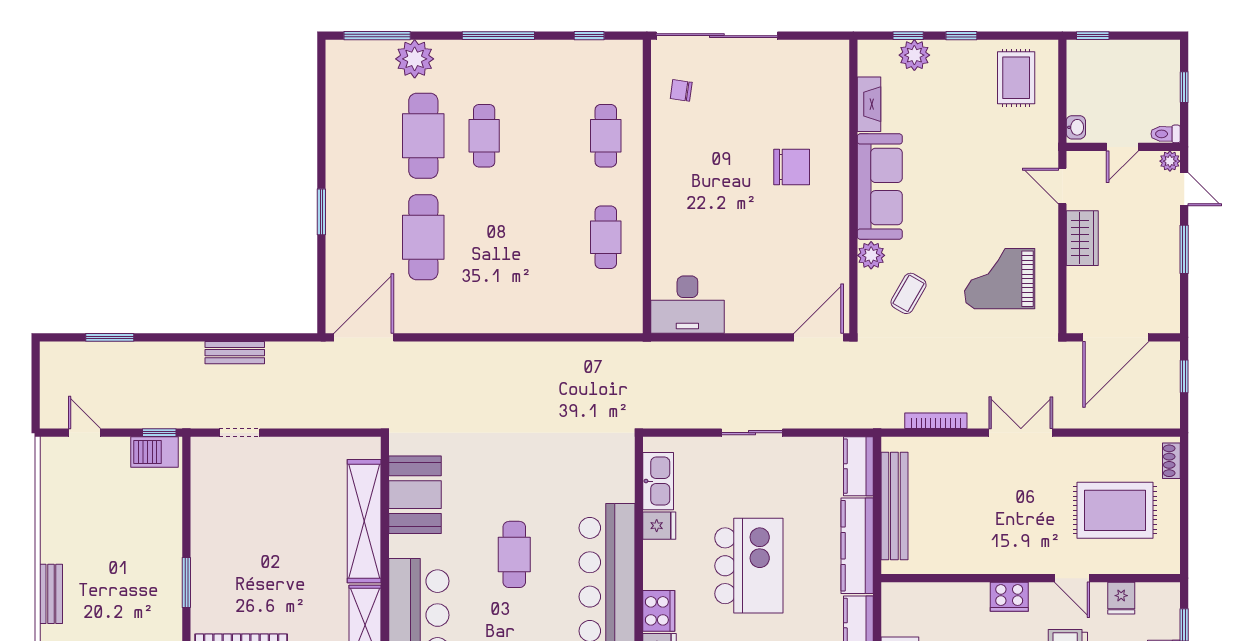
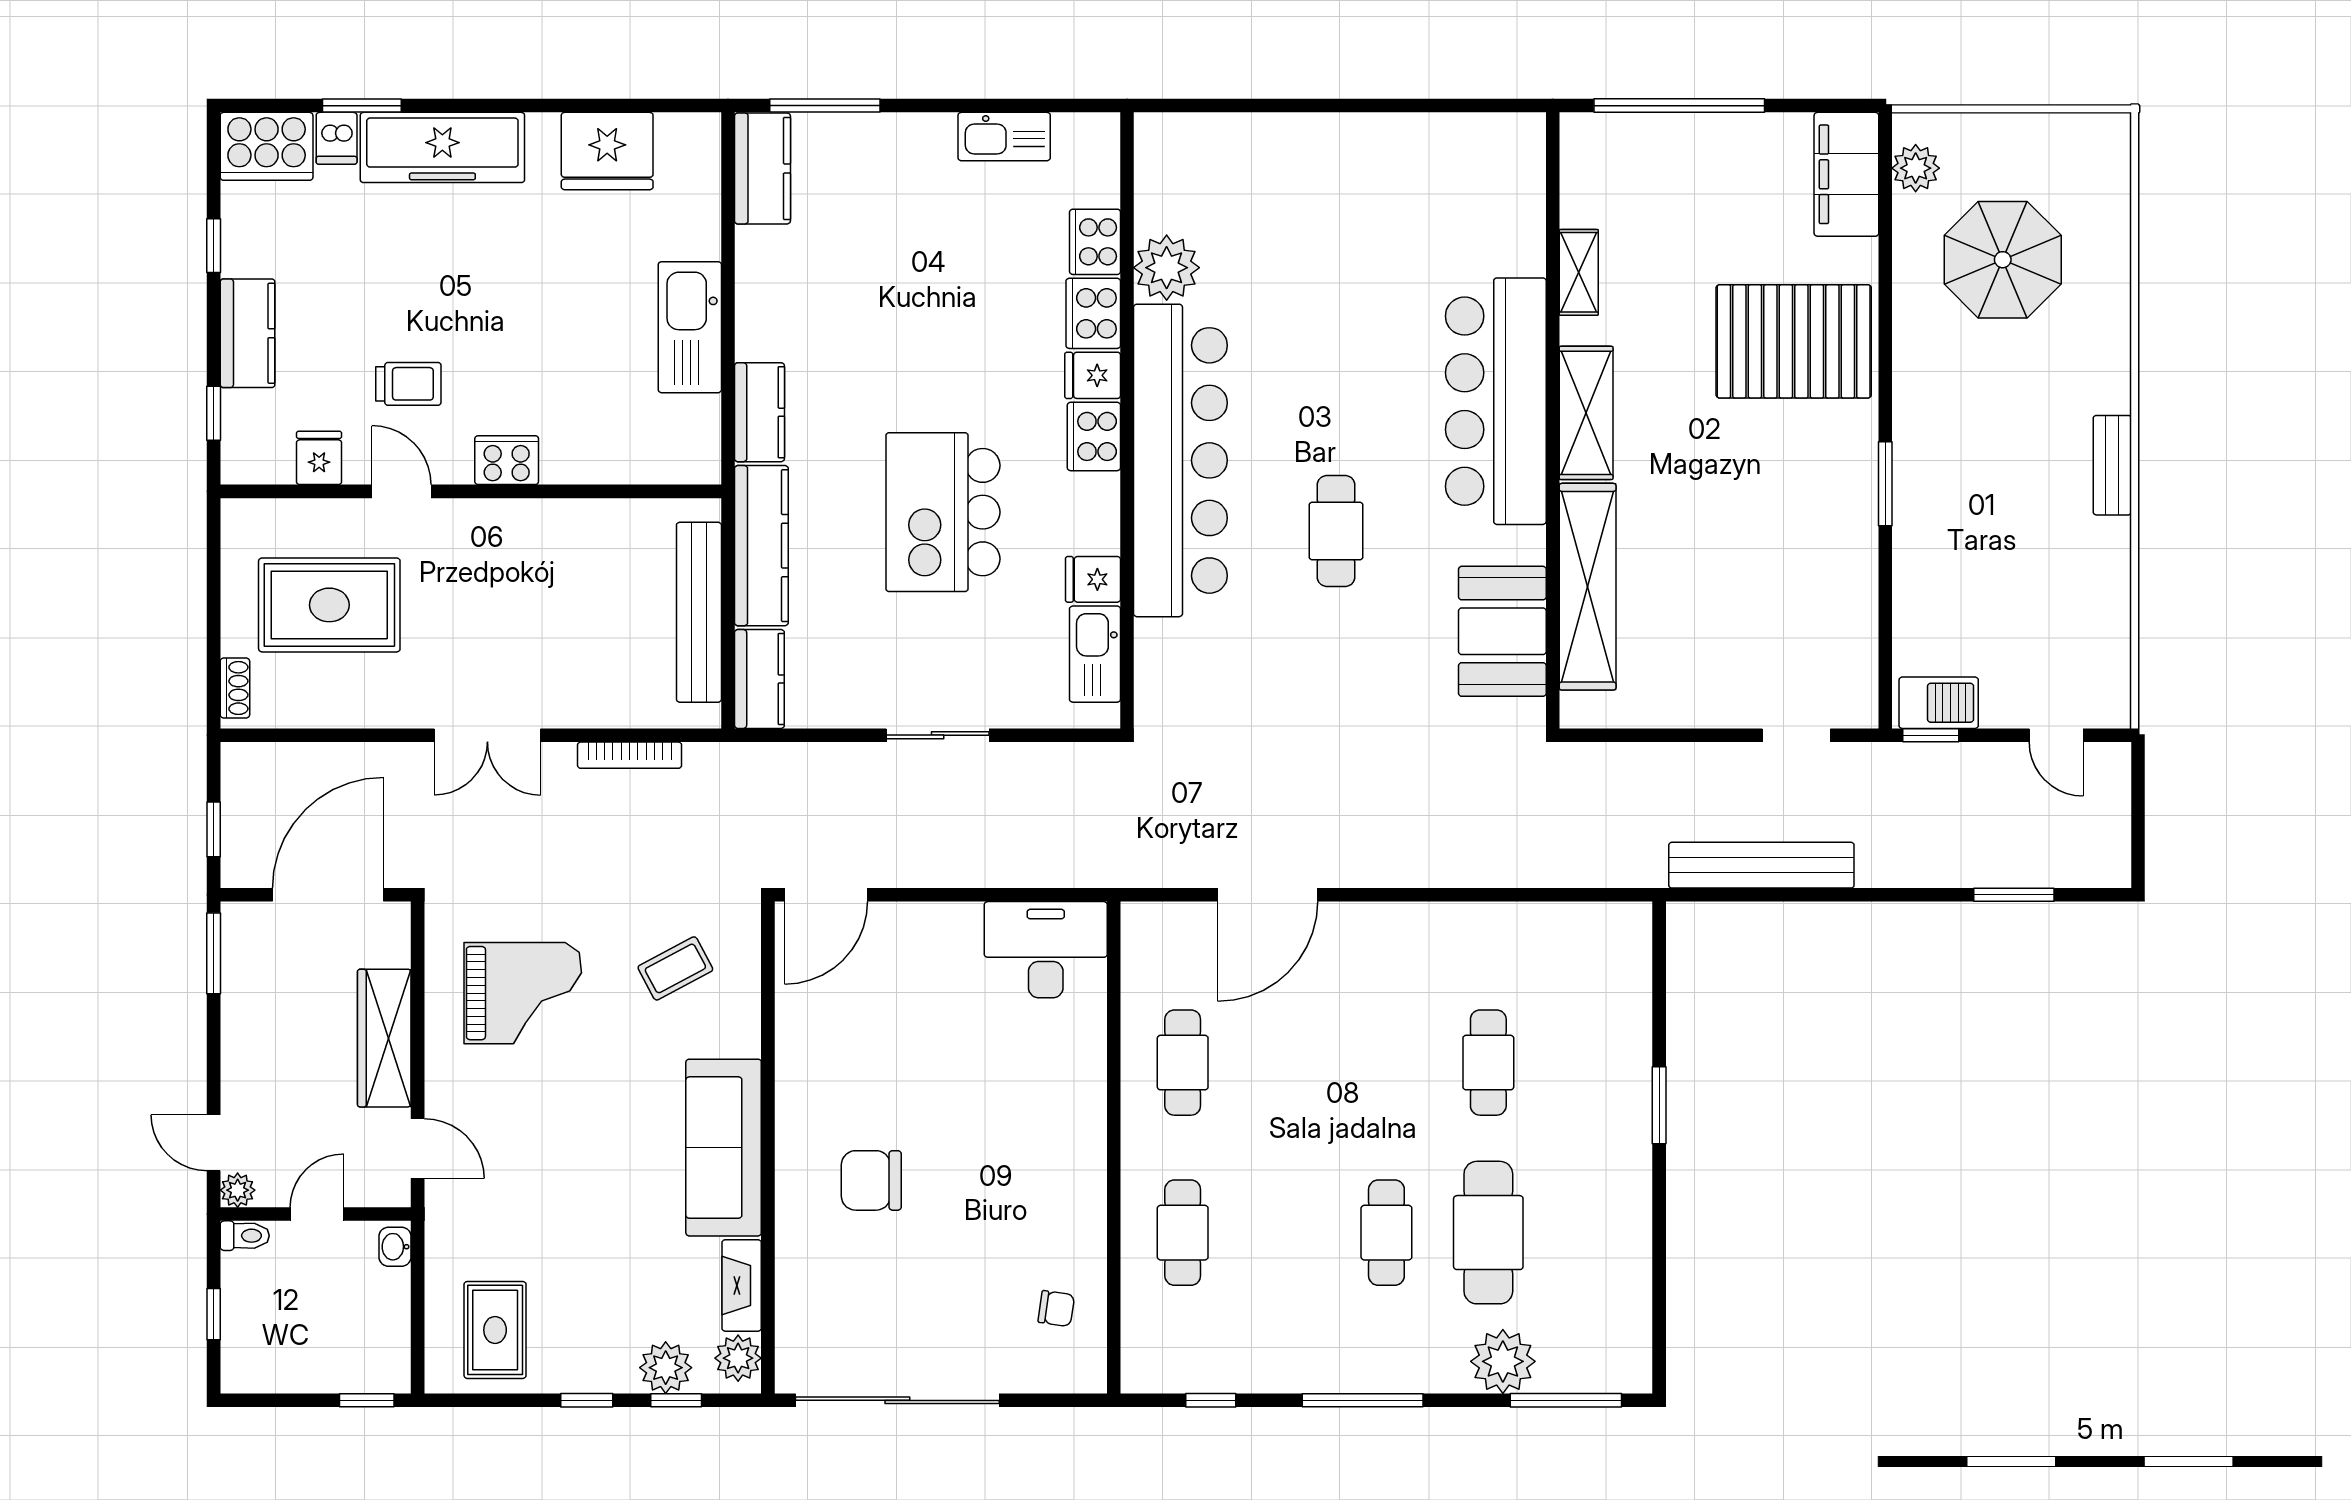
sliding door: (717, 36) -> (897, 1400), moved
cafe table: (423, 237) -> (1488, 1063), width x0.73, depth x0.74
wardrobe: (1082, 238) -> (384, 1038), width x1.50
window: (1184, 249) -> (214, 953), moved
plant: (871, 255) -> (738, 1358), moved
coffee table: (909, 293) -> (675, 968), turned 32
door: (364, 337) -> (1268, 895), moved
bench: (235, 353) -> (1761, 865), width x1.86, depth x1.21

